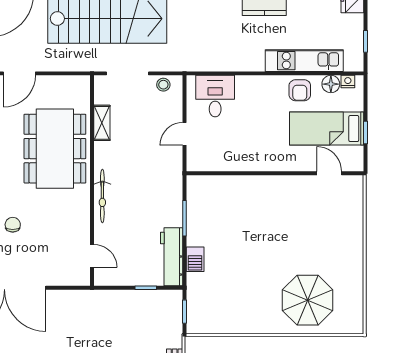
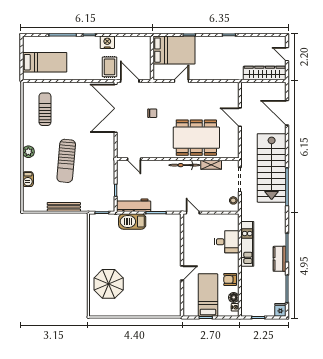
kitchen unit: (304, 61) -> (247, 244), moved
desk: (215, 96) -> (227, 242), moved
door: (184, 134) -> (193, 213), moved
door: (329, 173) -> (182, 273), moved
bicycle: (102, 196) -> (184, 165), moved
door: (92, 256) -> (134, 159), hinge flipped
barbecue: (195, 259) -> (132, 221), width x1.88, depth x1.53

